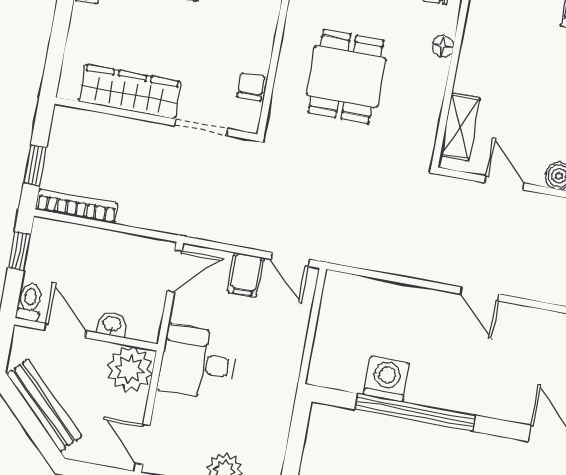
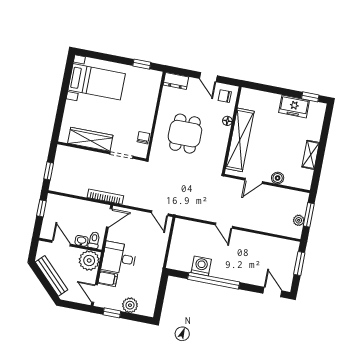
shelving: (460, 127) -> (240, 140), width x2.20, depth x1.33
door: (504, 183) -> (254, 181), swing flipped
bookcase: (77, 206) -> (105, 197), moved
filing cabinet: (246, 275) -> (108, 279), moved, turned -90
door: (480, 294) -> (224, 226), moved
toilet: (30, 302) -> (94, 240), moved

